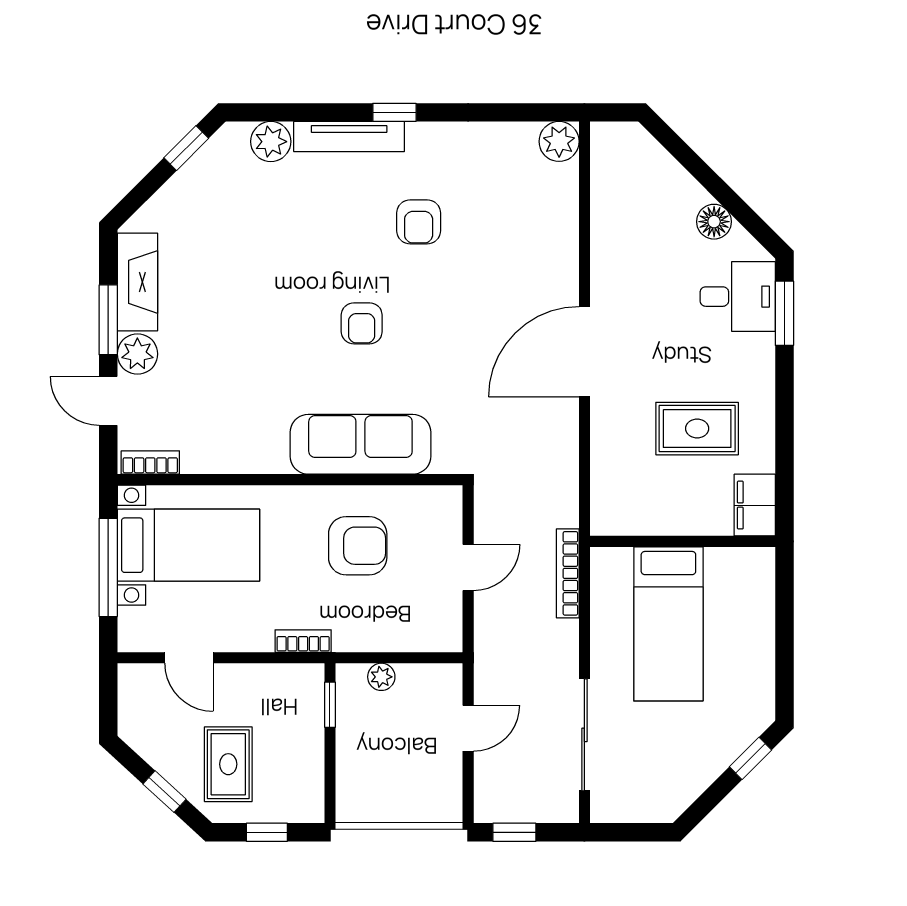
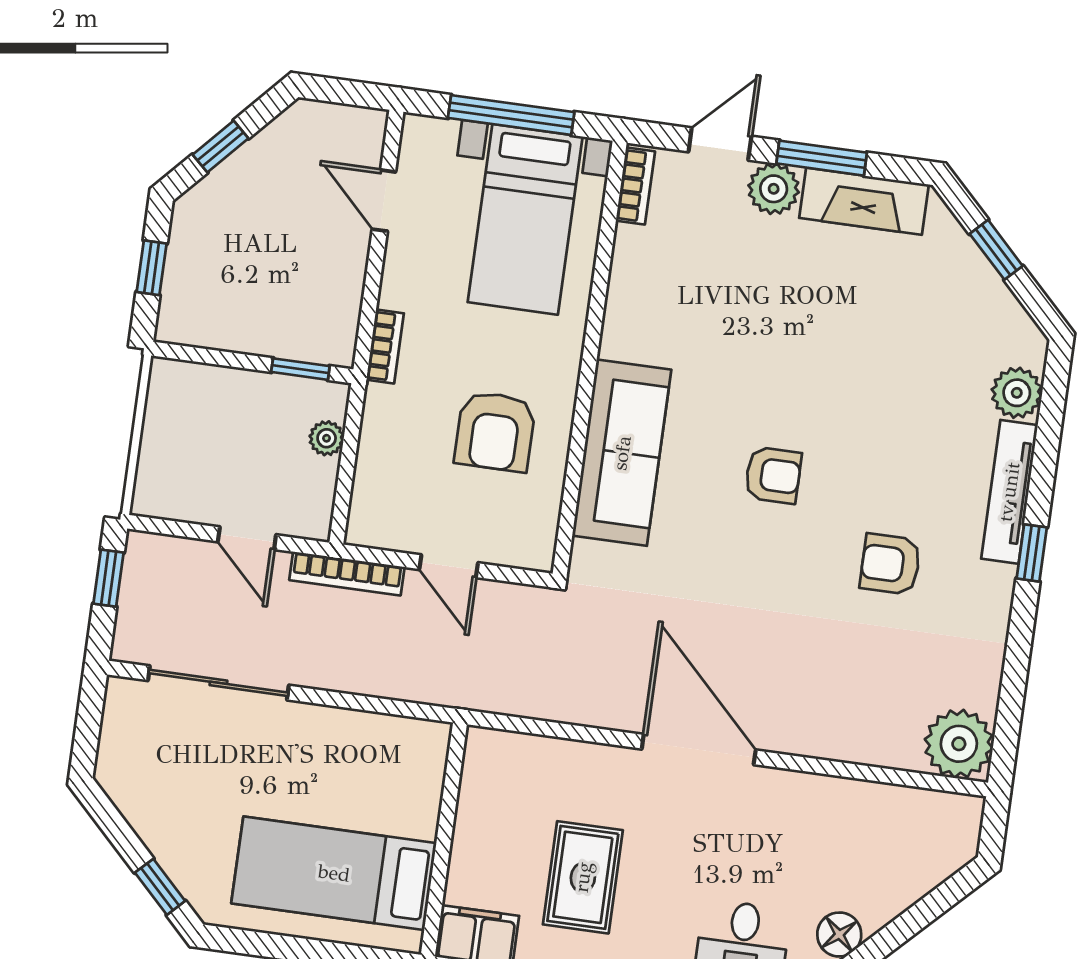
plant: (559, 141) -> (959, 744), width x1.36, depth x1.36
window: (186, 148) -> (996, 250), moved
armchair: (362, 323) -> (773, 475), turned 180
bookcase: (568, 573) -> (347, 574), moved, turned 180
bed: (668, 624) -> (334, 873), moved
door: (189, 658) -> (384, 201), hinge flipped
rug: (228, 764) -> (244, 231), removed

